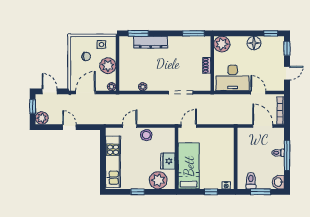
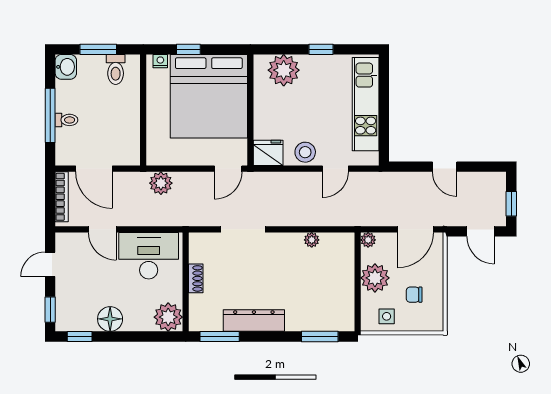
dresser: (151, 42) -> (254, 321), moved
plant: (42, 118) -> (161, 183), moved
fridge: (168, 161) -> (268, 153), moved, turned -90
bed: (189, 166) -> (209, 96), width x2.04

